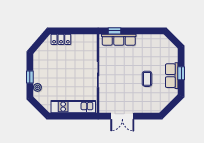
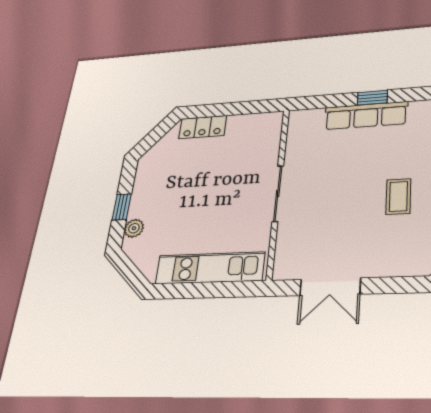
window: (115, 31) -> (372, 98), moved
row of seats: (119, 40) -> (366, 116), moved

